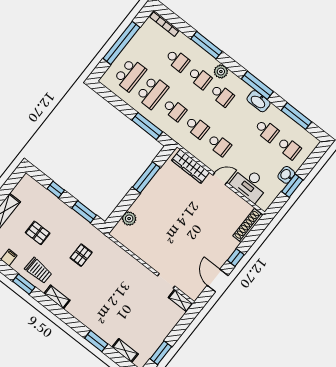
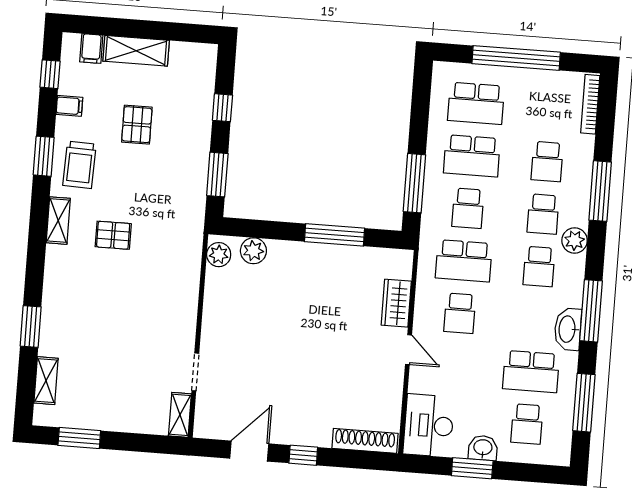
school desk: (197, 127) -> (464, 261), width x1.85
school desk: (266, 130) -> (531, 371), width x1.85
wardrobe: (191, 166) -> (396, 303), width x0.67
desk: (249, 184) -> (429, 425), moved
plant: (120, 235) -> (219, 255), added
pallet: (81, 255) -> (113, 235), moved

